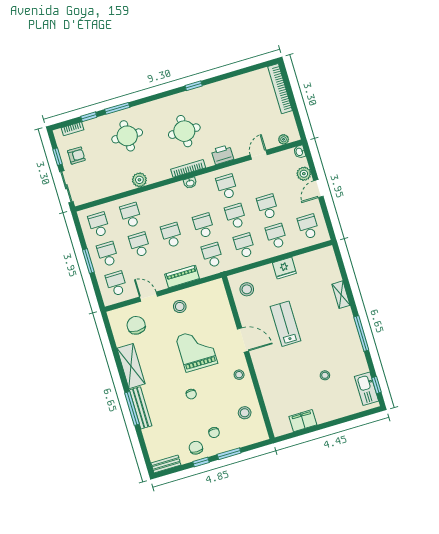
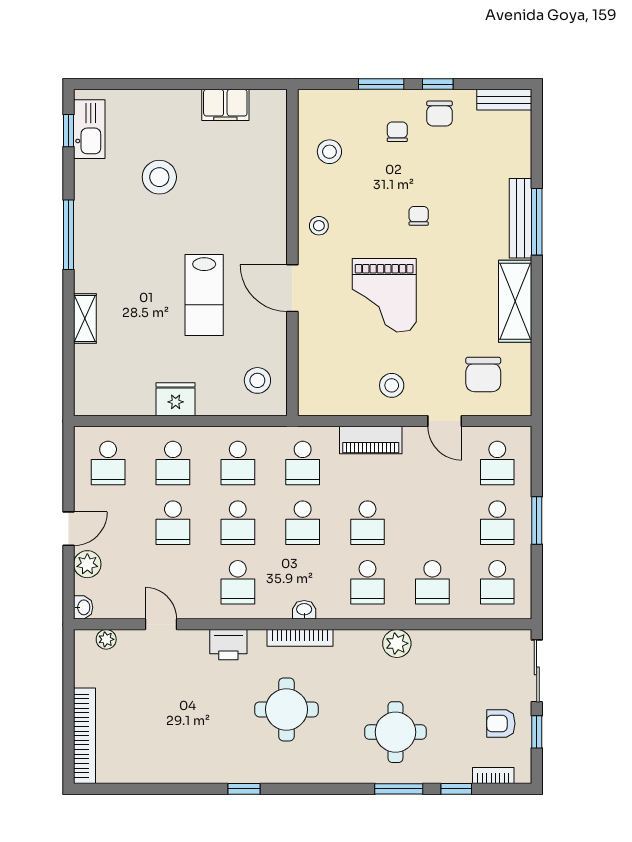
door: (259, 155) -> (161, 624), swing flipped
school desk: (140, 245) -> (368, 582), moved
stool: (325, 375) -> (159, 177), width x1.89, depth x1.89

